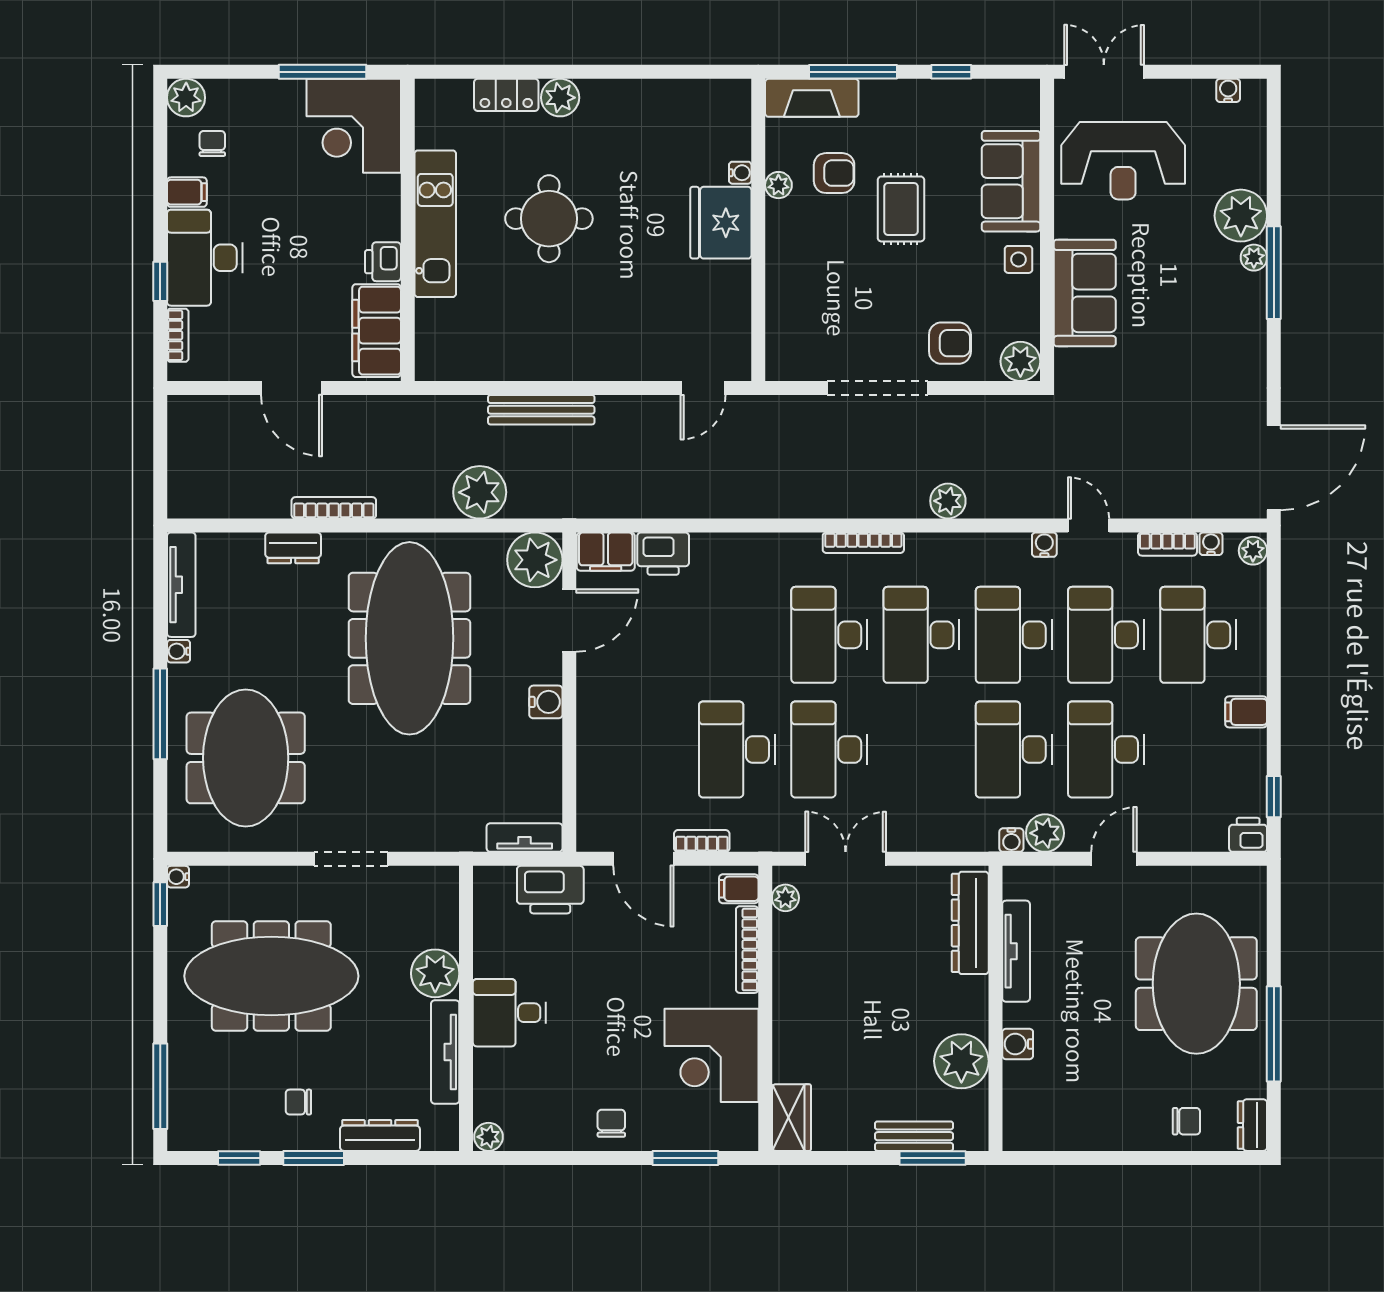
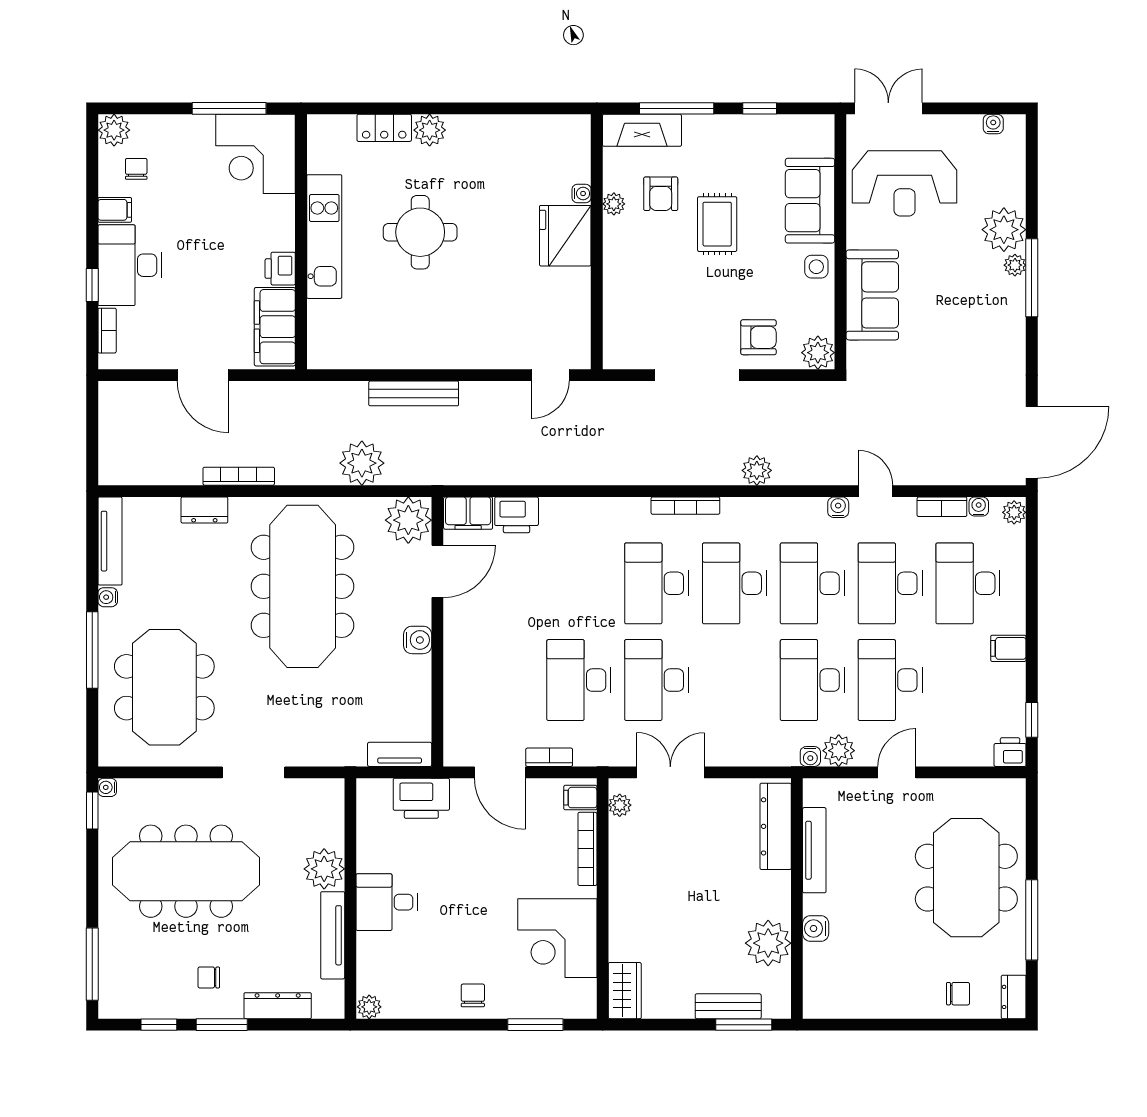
armchair: (834, 173) -> (661, 194), turned 90

